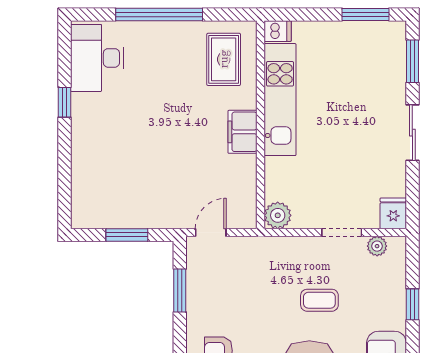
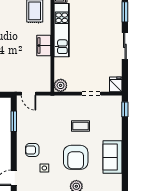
door: (211, 232) -> (29, 94), swing flipped
plant: (377, 246) -> (108, 100), removed
window: (412, 304) -> (125, 109), moved

